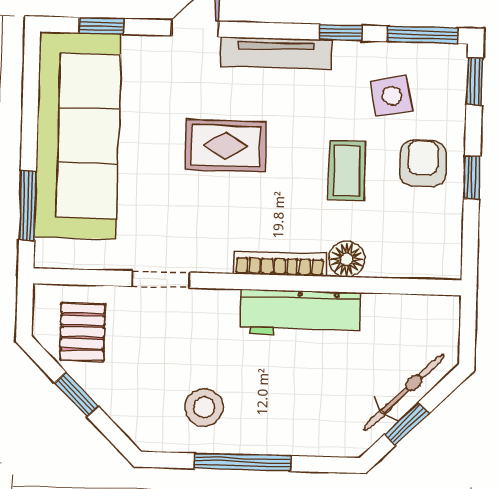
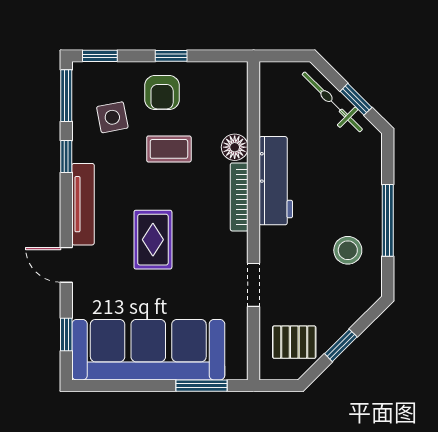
armchair: (423, 164) -> (162, 93), turned -90

